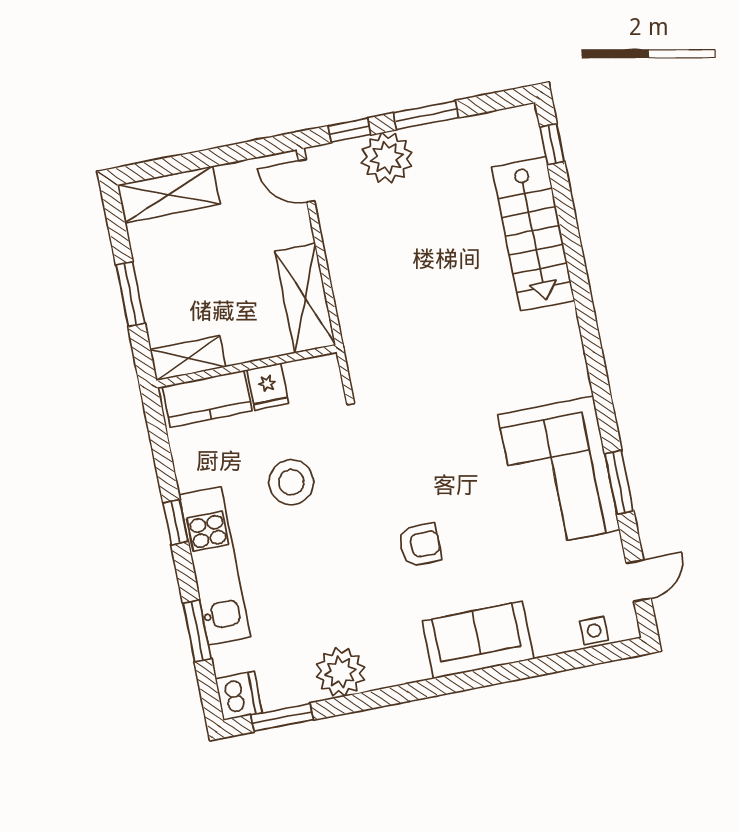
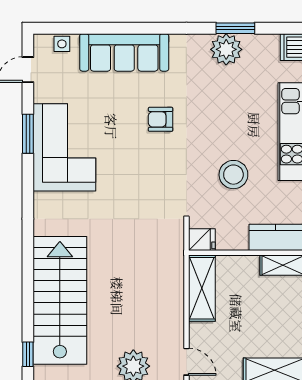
stairs: (533, 234) -> (60, 300), width x1.36, depth x1.51
fridge: (268, 387) -> (202, 240), moved, turned 90
sofa: (478, 640) -> (124, 52), width x1.36
window: (282, 717) -> (235, 28), moved

